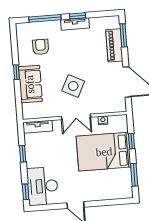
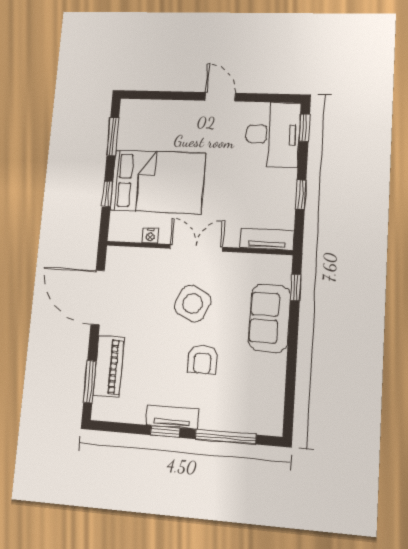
armchair: (41, 47) -> (203, 360), moved
window: (16, 72) -> (296, 288), moved

